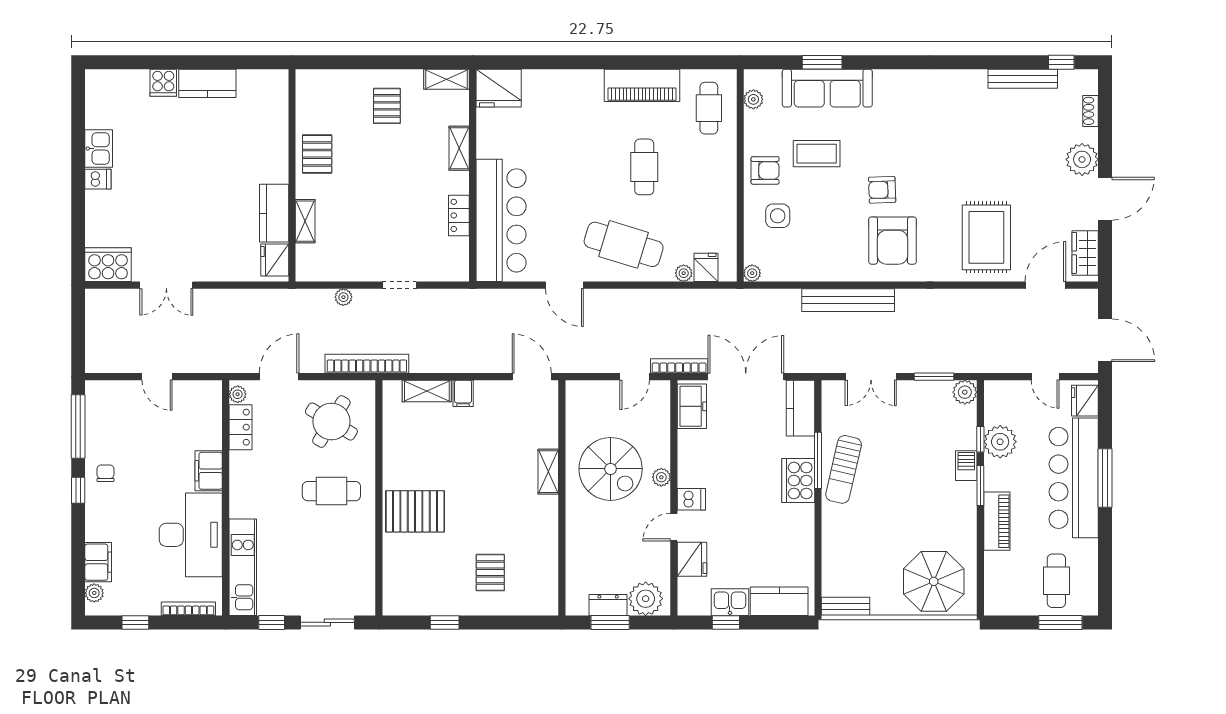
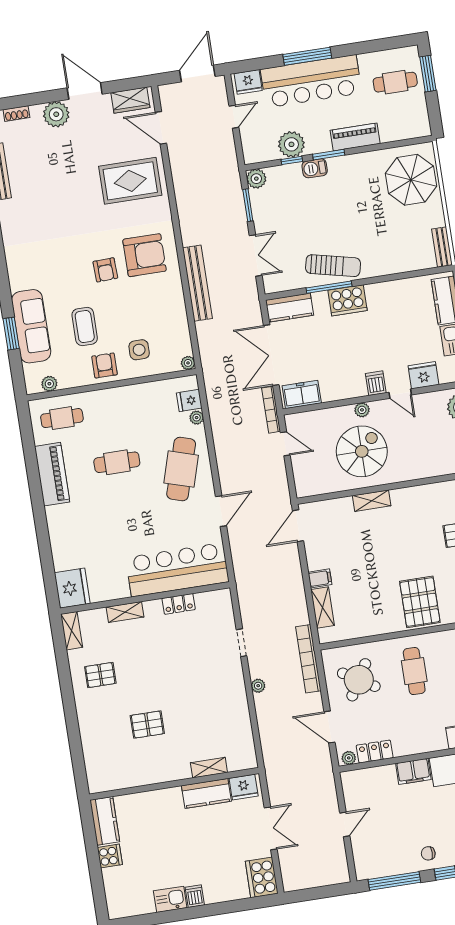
wall: (292, 175) -> (174, 784), moved
kitchen counter: (274, 213) -> (206, 793), moved
shelving: (305, 221) -> (209, 768), moved
fridge: (275, 260) -> (244, 787), moved

